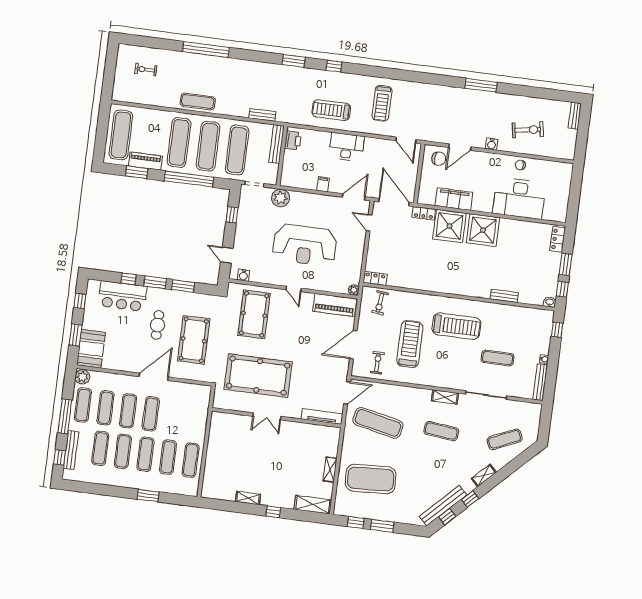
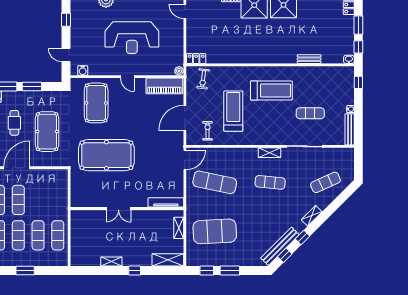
double door: (267, 416) -> (118, 209), moved
tv unit: (322, 416) -> (166, 202), moved
wall: (277, 418) -> (127, 209), moved

